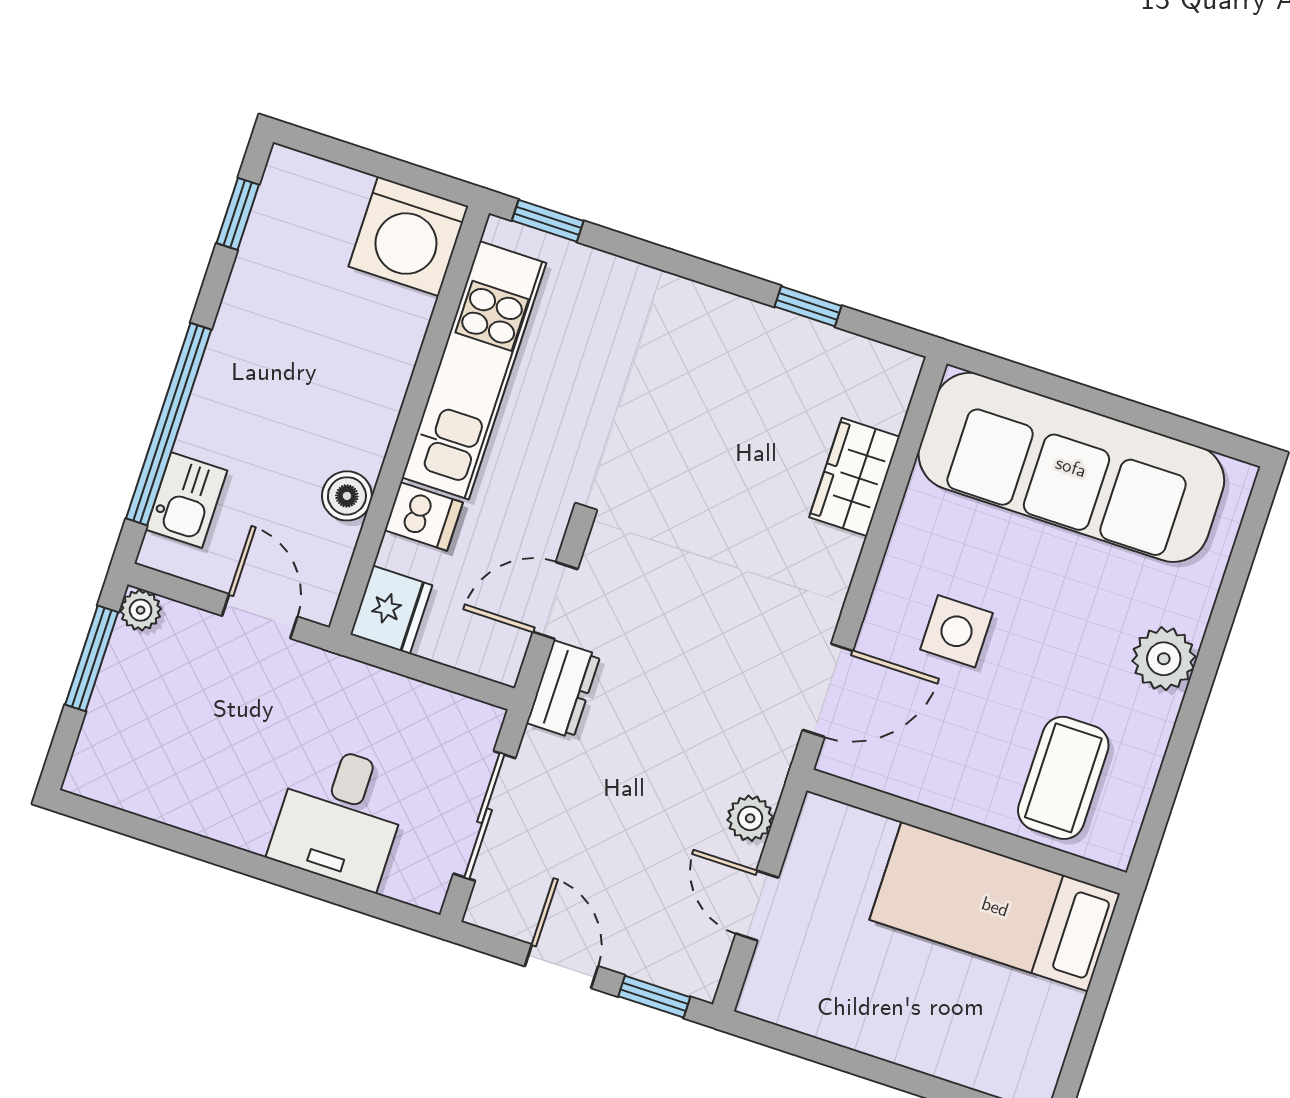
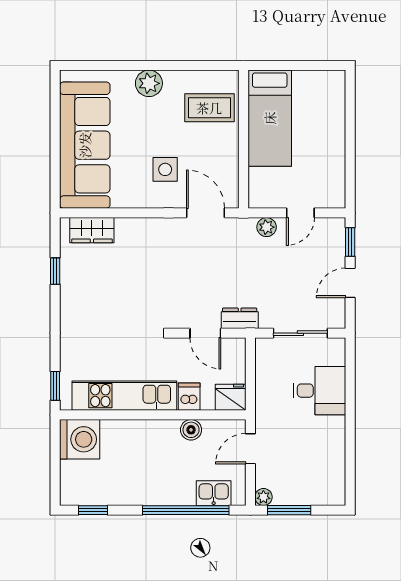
wardrobe: (855, 477) -> (92, 230), moved

